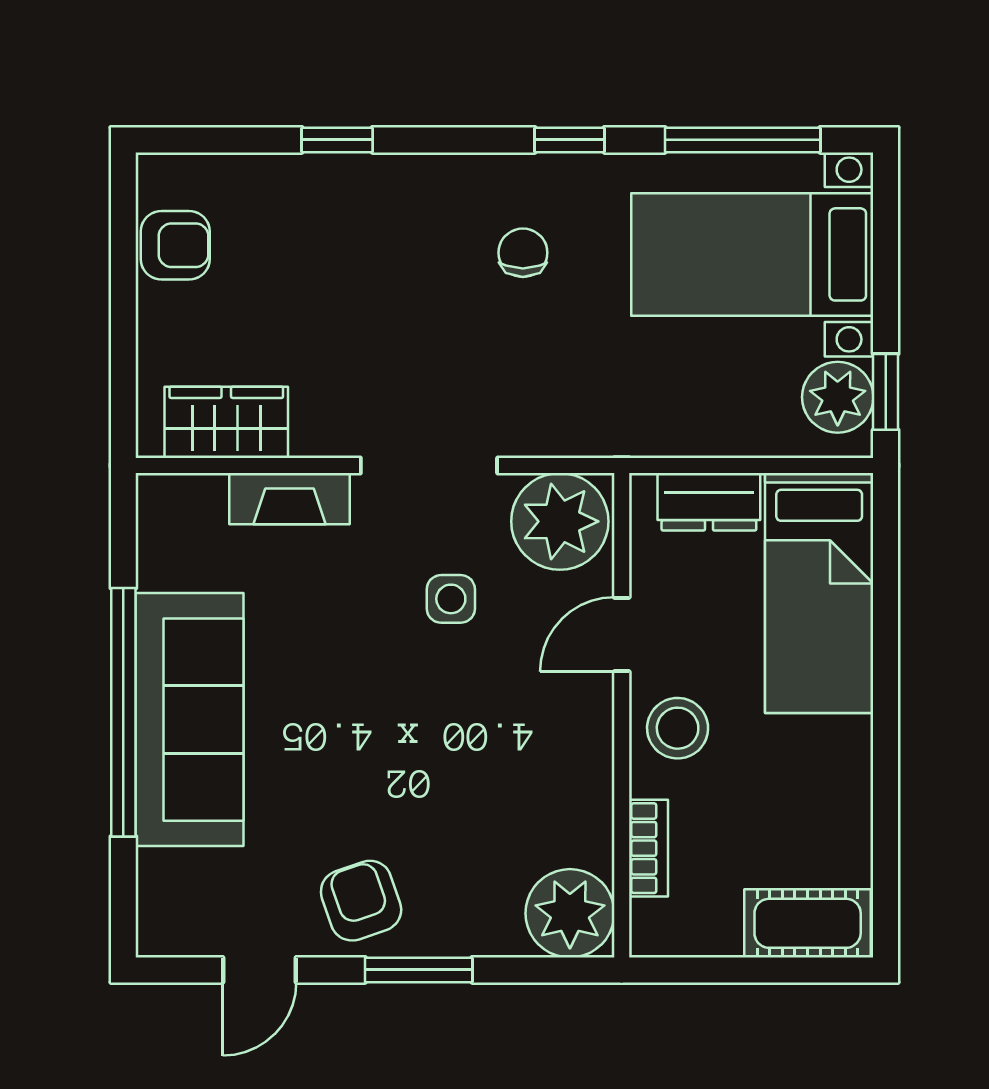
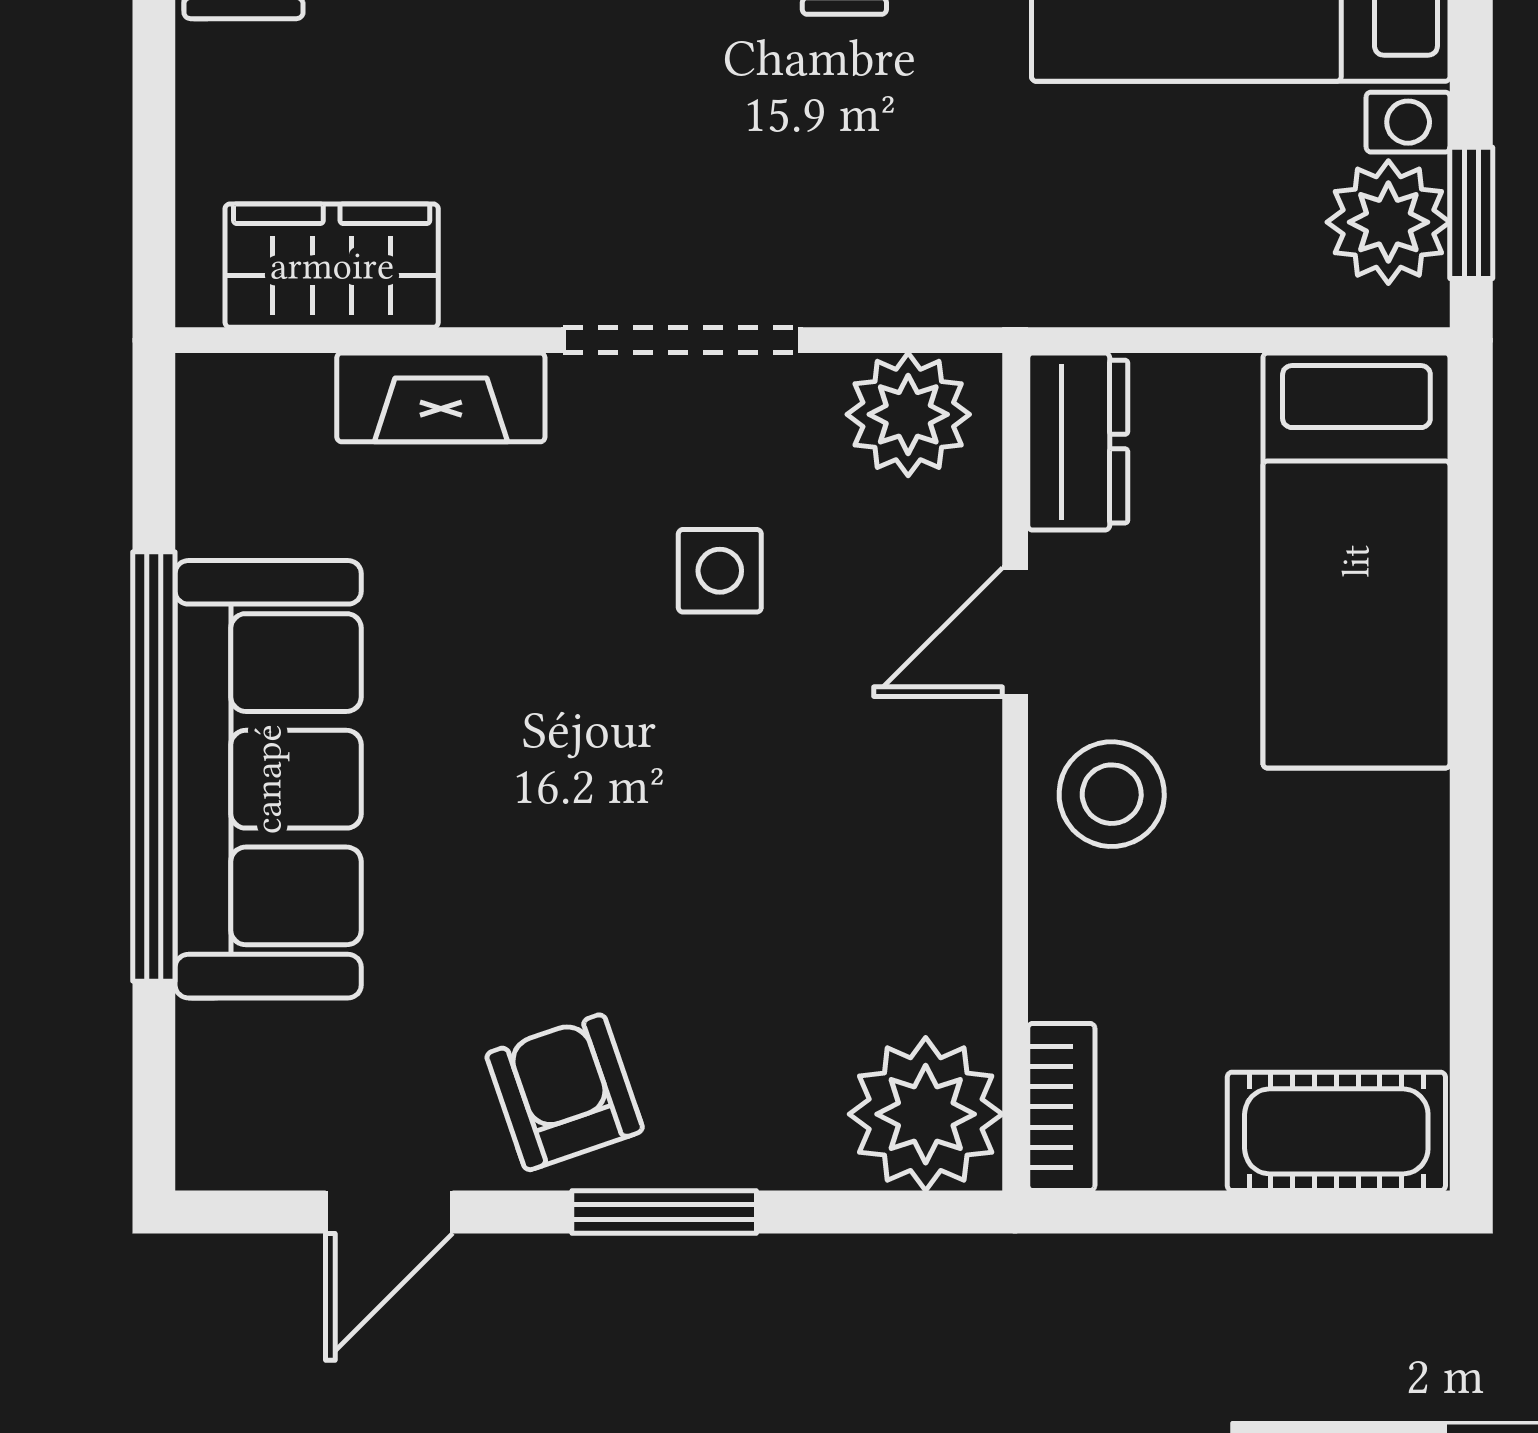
dresser: (709, 502) -> (1078, 442), moved, turned -90
plant: (560, 521) -> (908, 414), width x0.73, depth x0.73
bookcase: (648, 848) -> (1061, 1107), moved

